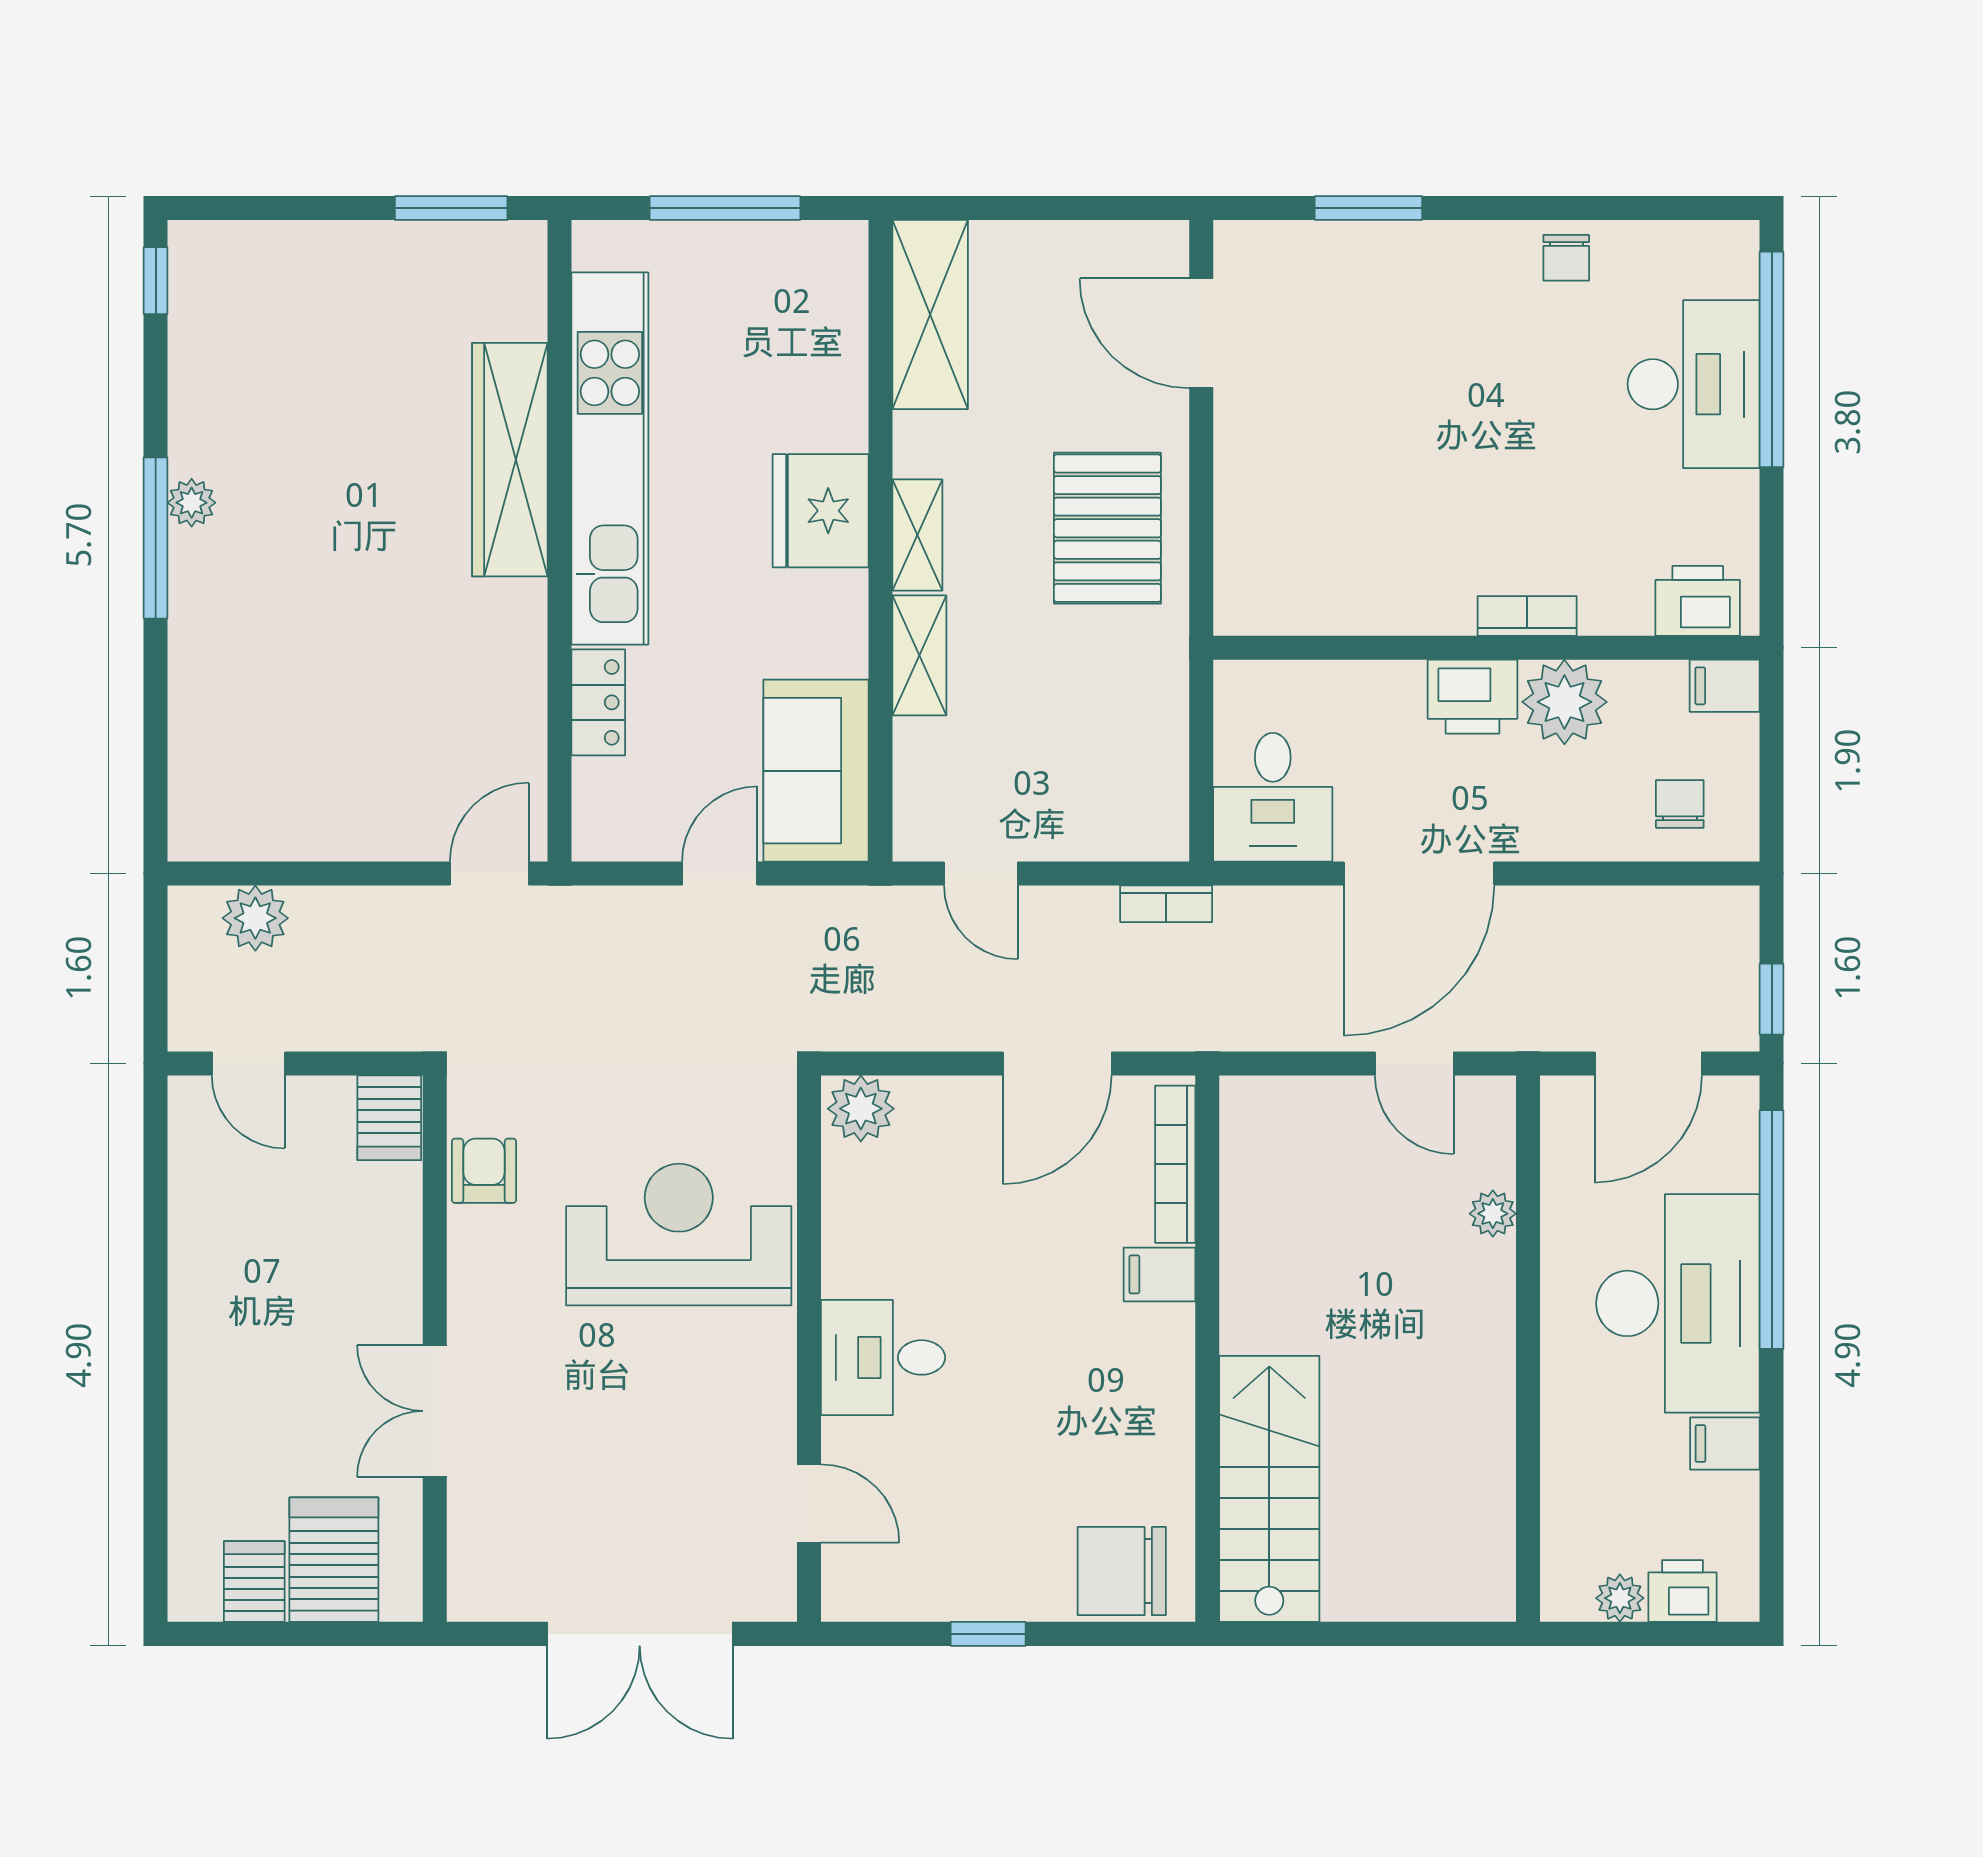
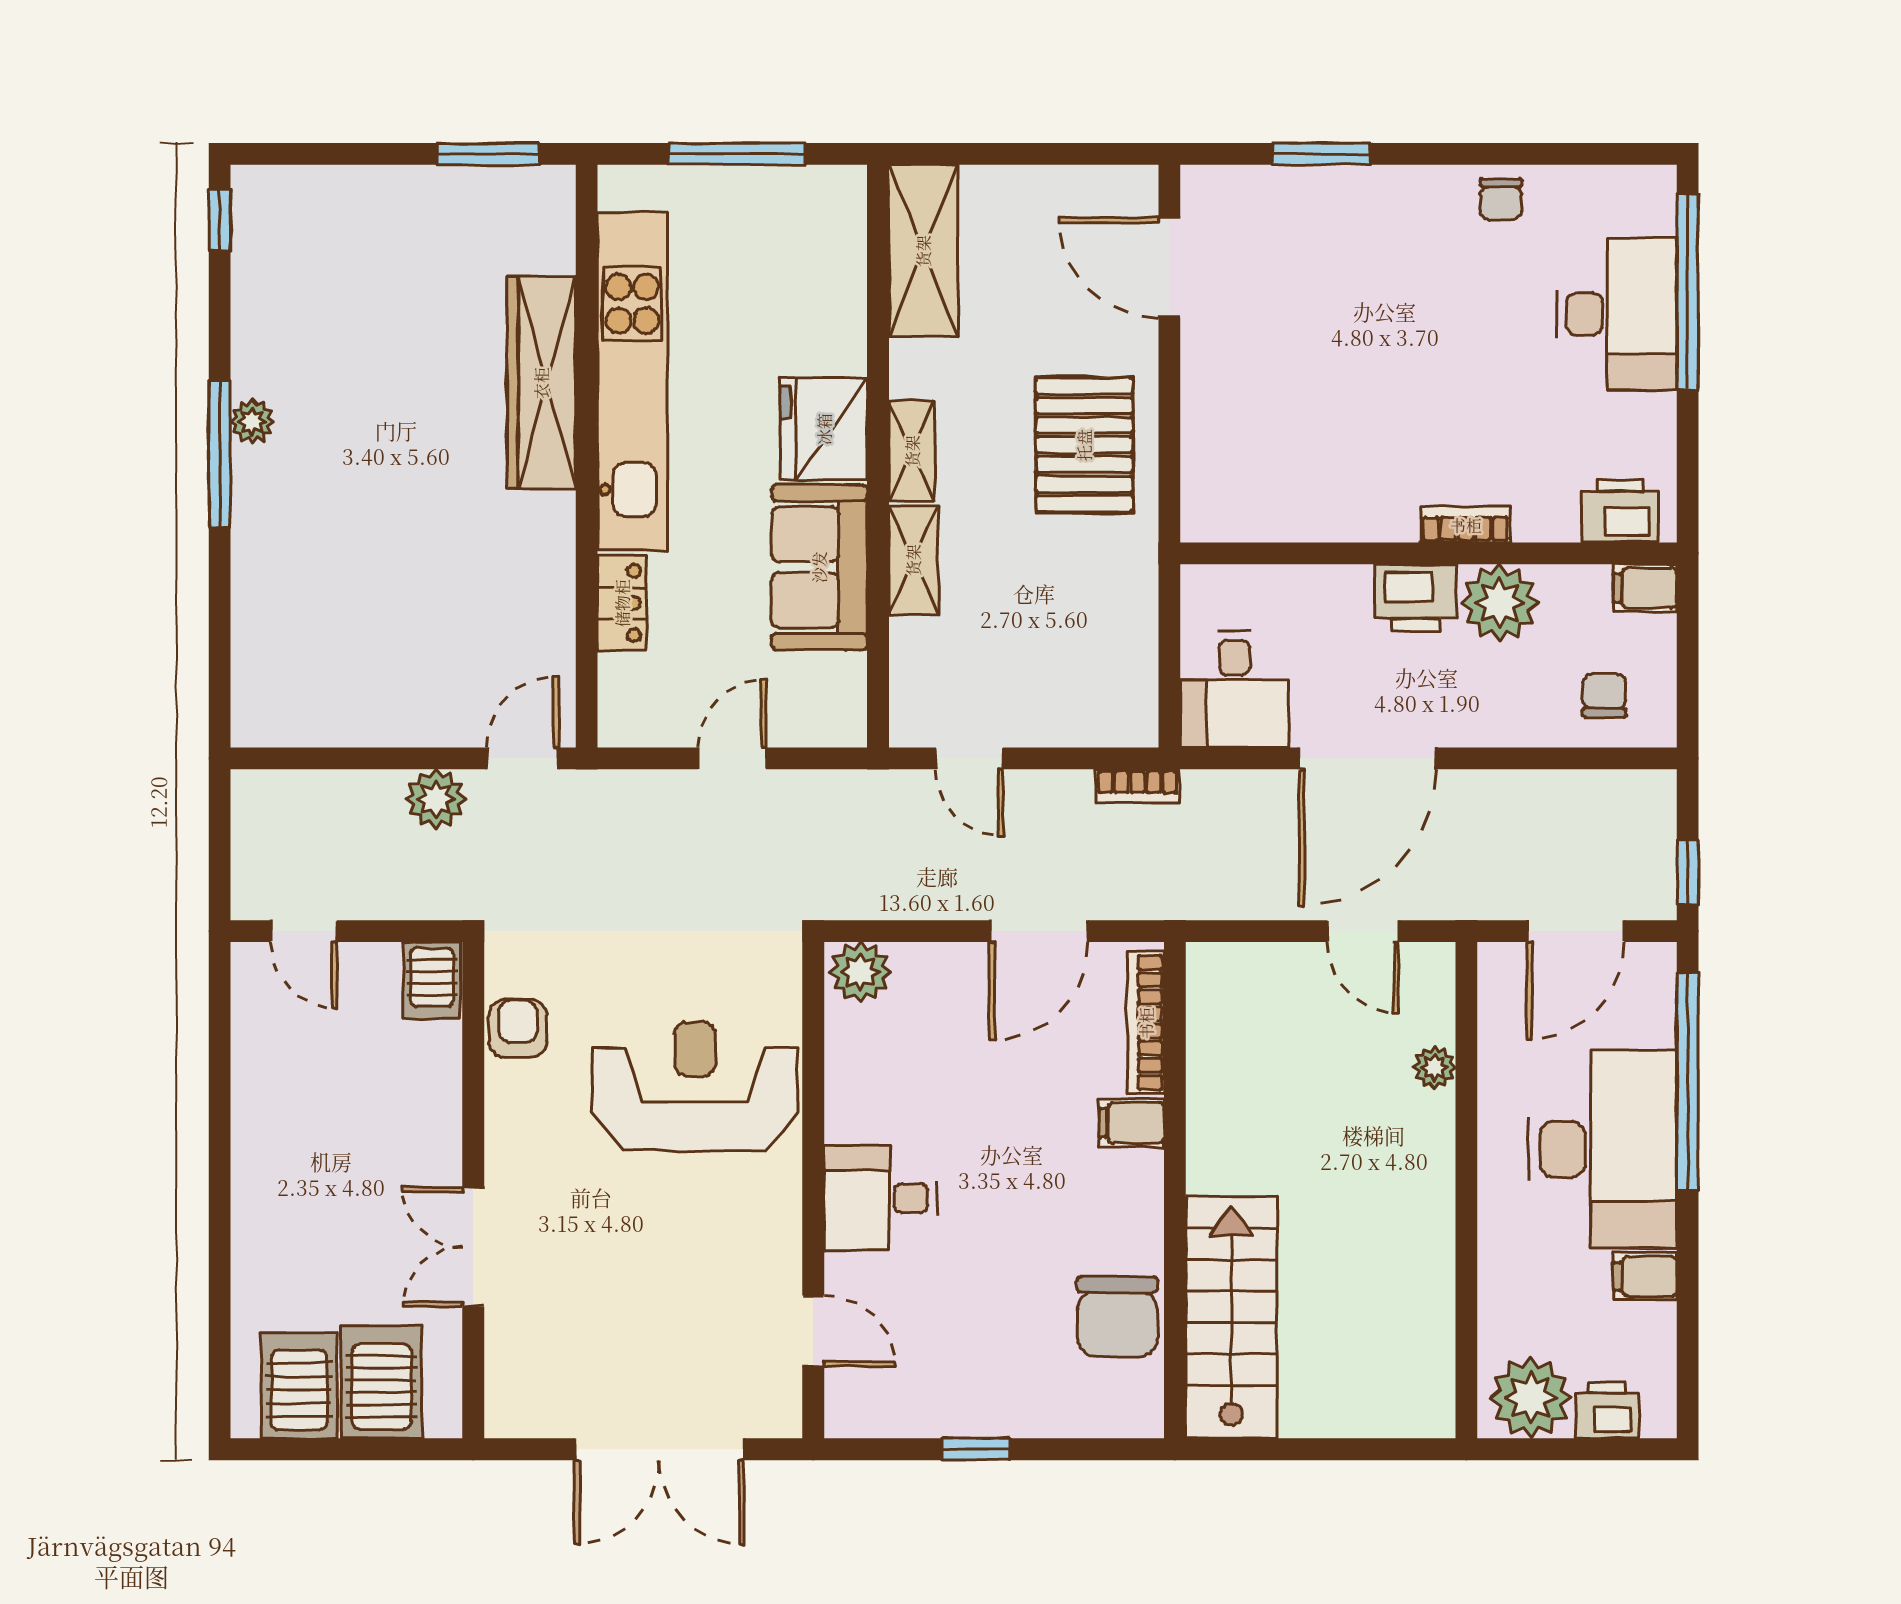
sofa: (816, 771) -> (819, 567), moved
plant: (255, 918) -> (436, 799), moved
chair: (1122, 1571) -> (1117, 1317), moved, turned -90
server rack: (254, 1582) -> (299, 1386), width x1.36, depth x1.44
plant: (1620, 1598) -> (1531, 1398), width x1.88, depth x1.88

